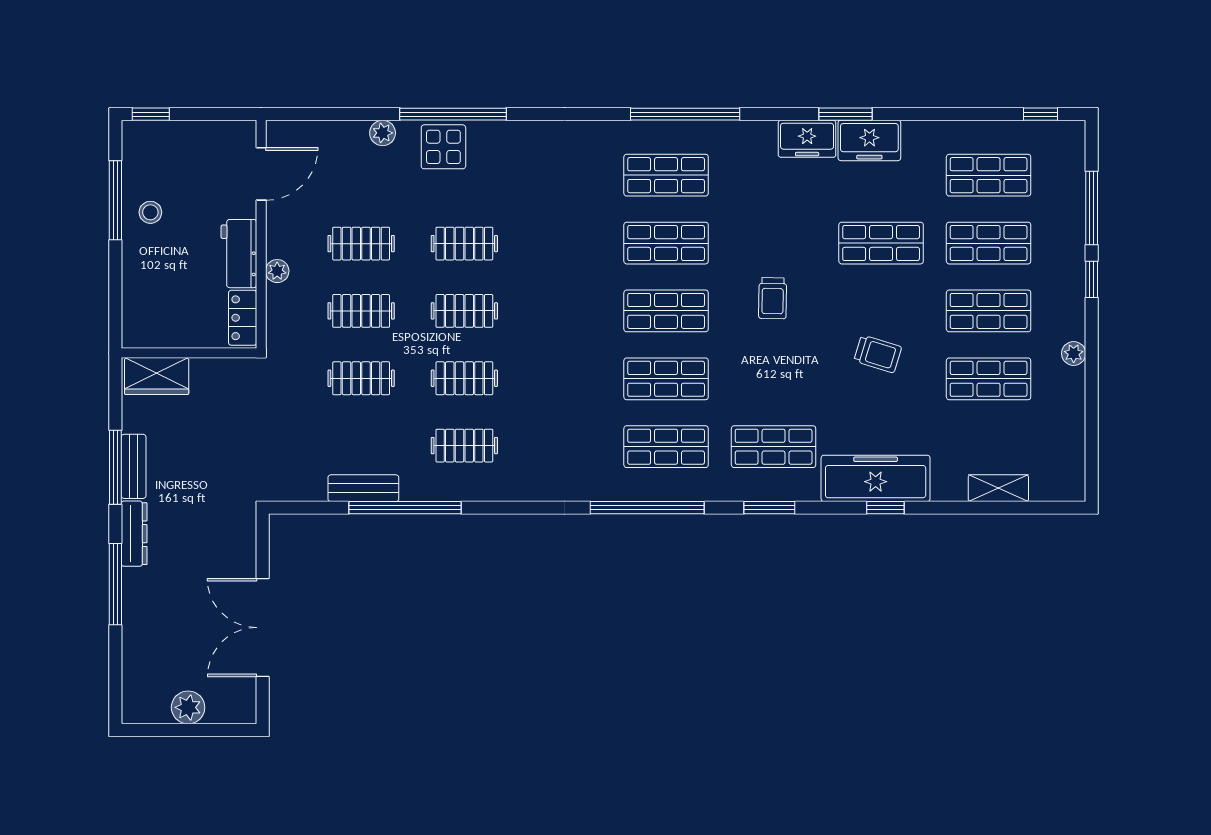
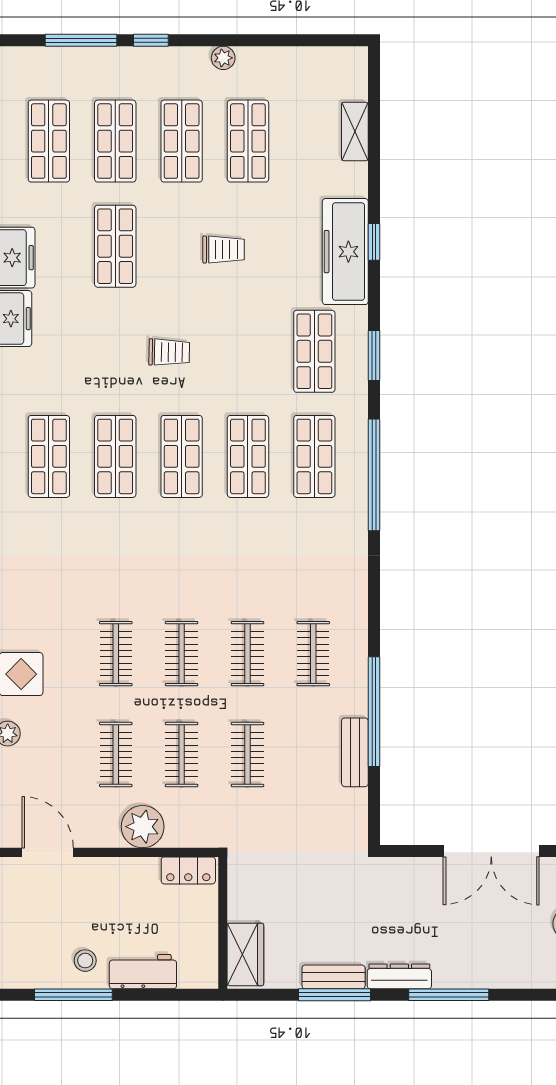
workbench: (239, 254) -> (143, 972), moved, turned 180
plant: (277, 271) -> (143, 827), width x1.88, depth x1.88
trolley: (878, 354) -> (224, 250), turned 73

